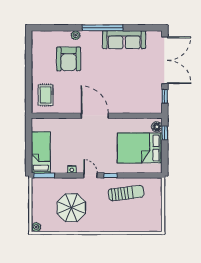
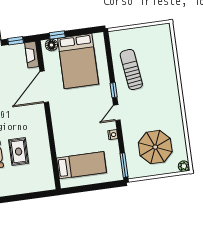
rug: (46, 95) -> (19, 152), moved, turned 90
fireplace: (151, 109) -> (32, 55), added
door: (95, 116) -> (44, 87), moved
bed: (41, 152) -> (82, 165), moved, turned 180
parasol: (71, 208) -> (155, 147), moved

